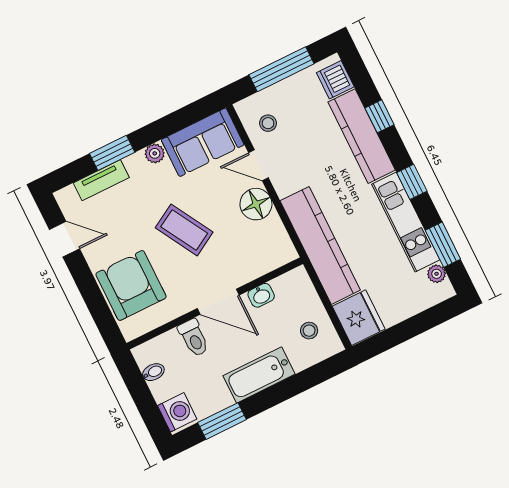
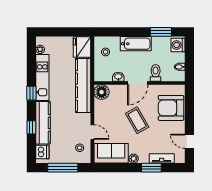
floor lamp: (256, 204) -> (102, 92), moved
window: (443, 245) -> (31, 60), removed
armchair: (131, 285) -> (171, 108), turned 90
door: (218, 302) -> (138, 83), swing flipped

